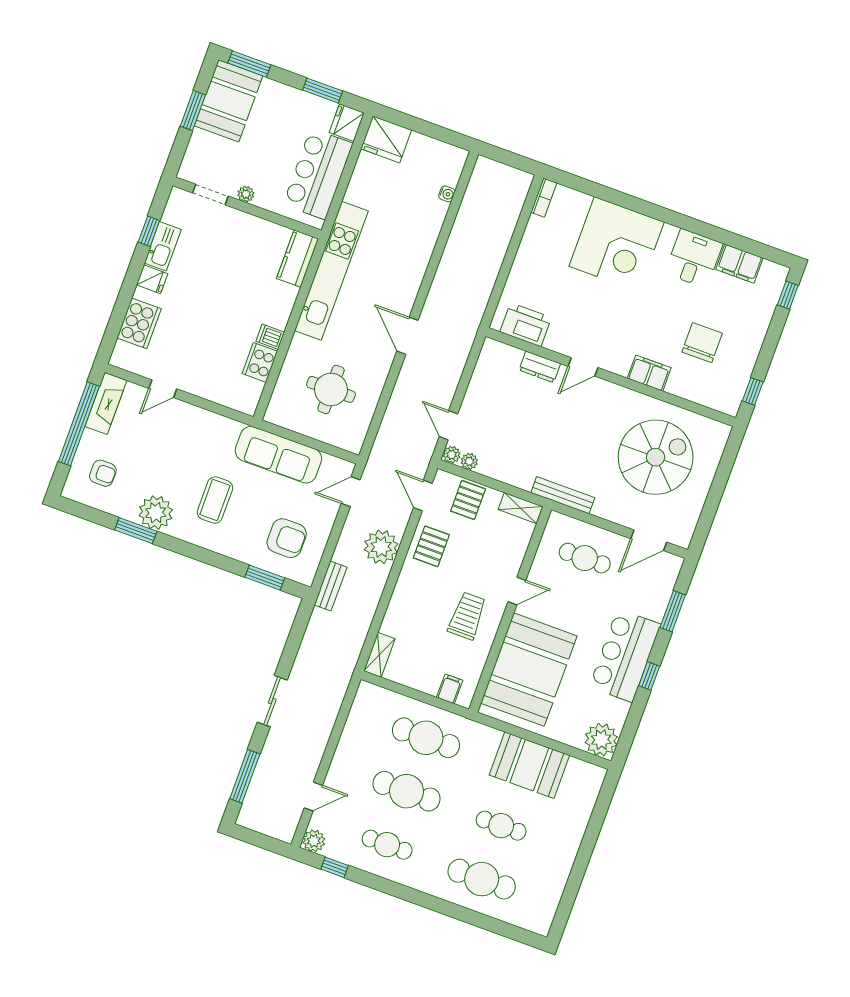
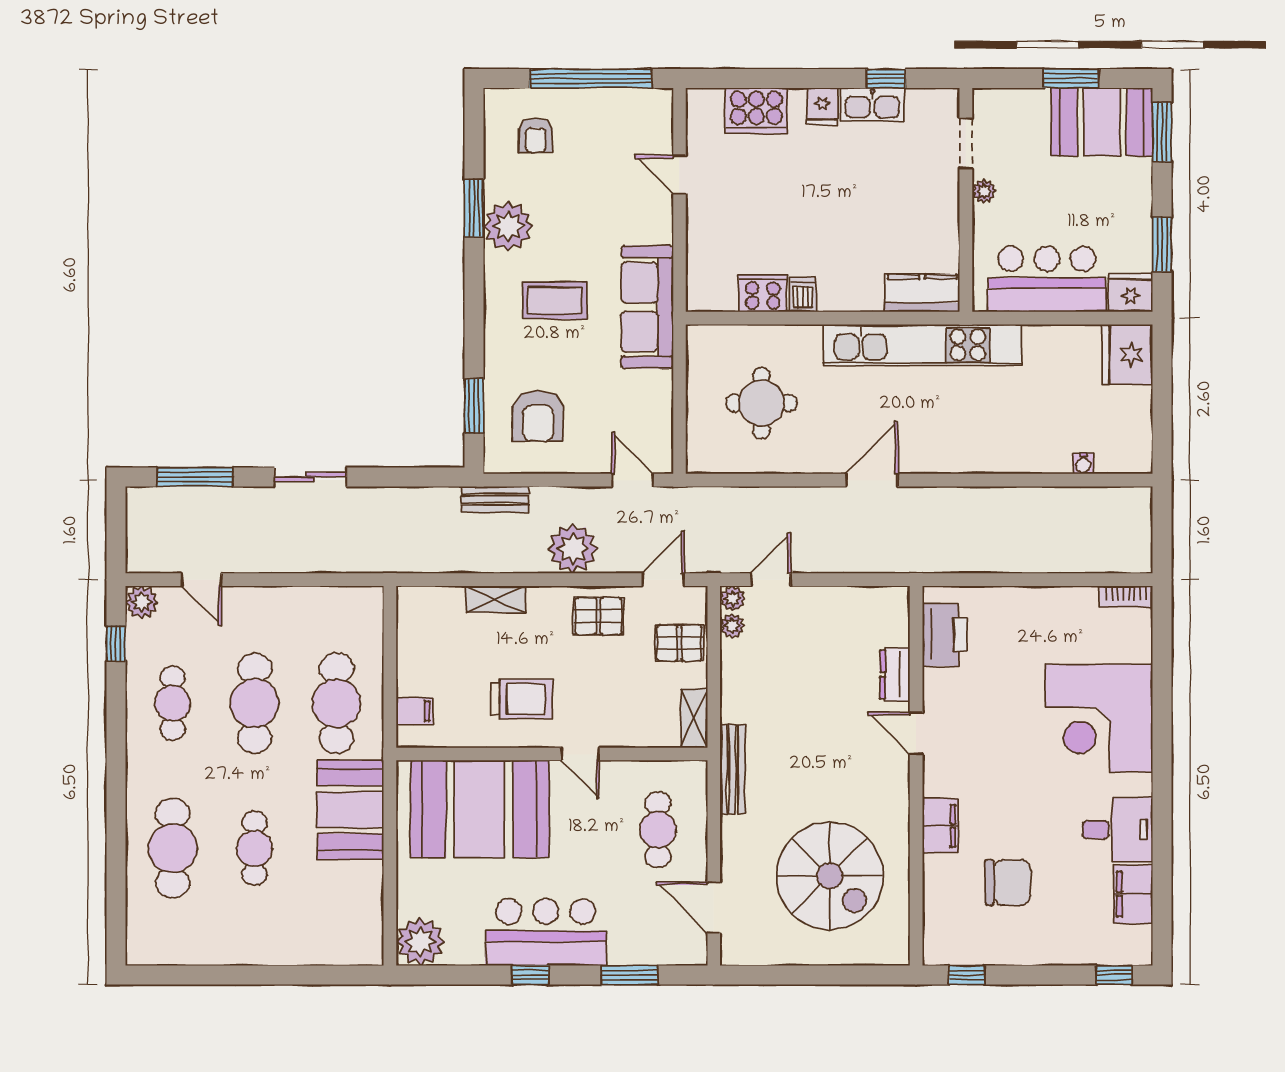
fireplace: (106, 403) -> (632, 105), removed
sofa: (278, 455) -> (647, 307), moved
shelving: (379, 655) -> (496, 599), moved
booth: (529, 765) -> (350, 810), moved

